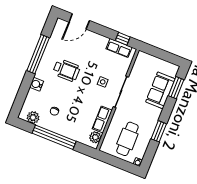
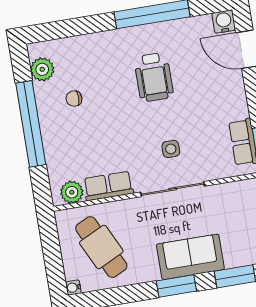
water cooler: (37, 84) -> (224, 22), moved
sofa: (160, 90) -> (190, 257), moved
window: (159, 131) -> (176, 286), moved
cafe table: (127, 139) -> (101, 247), turned 64

